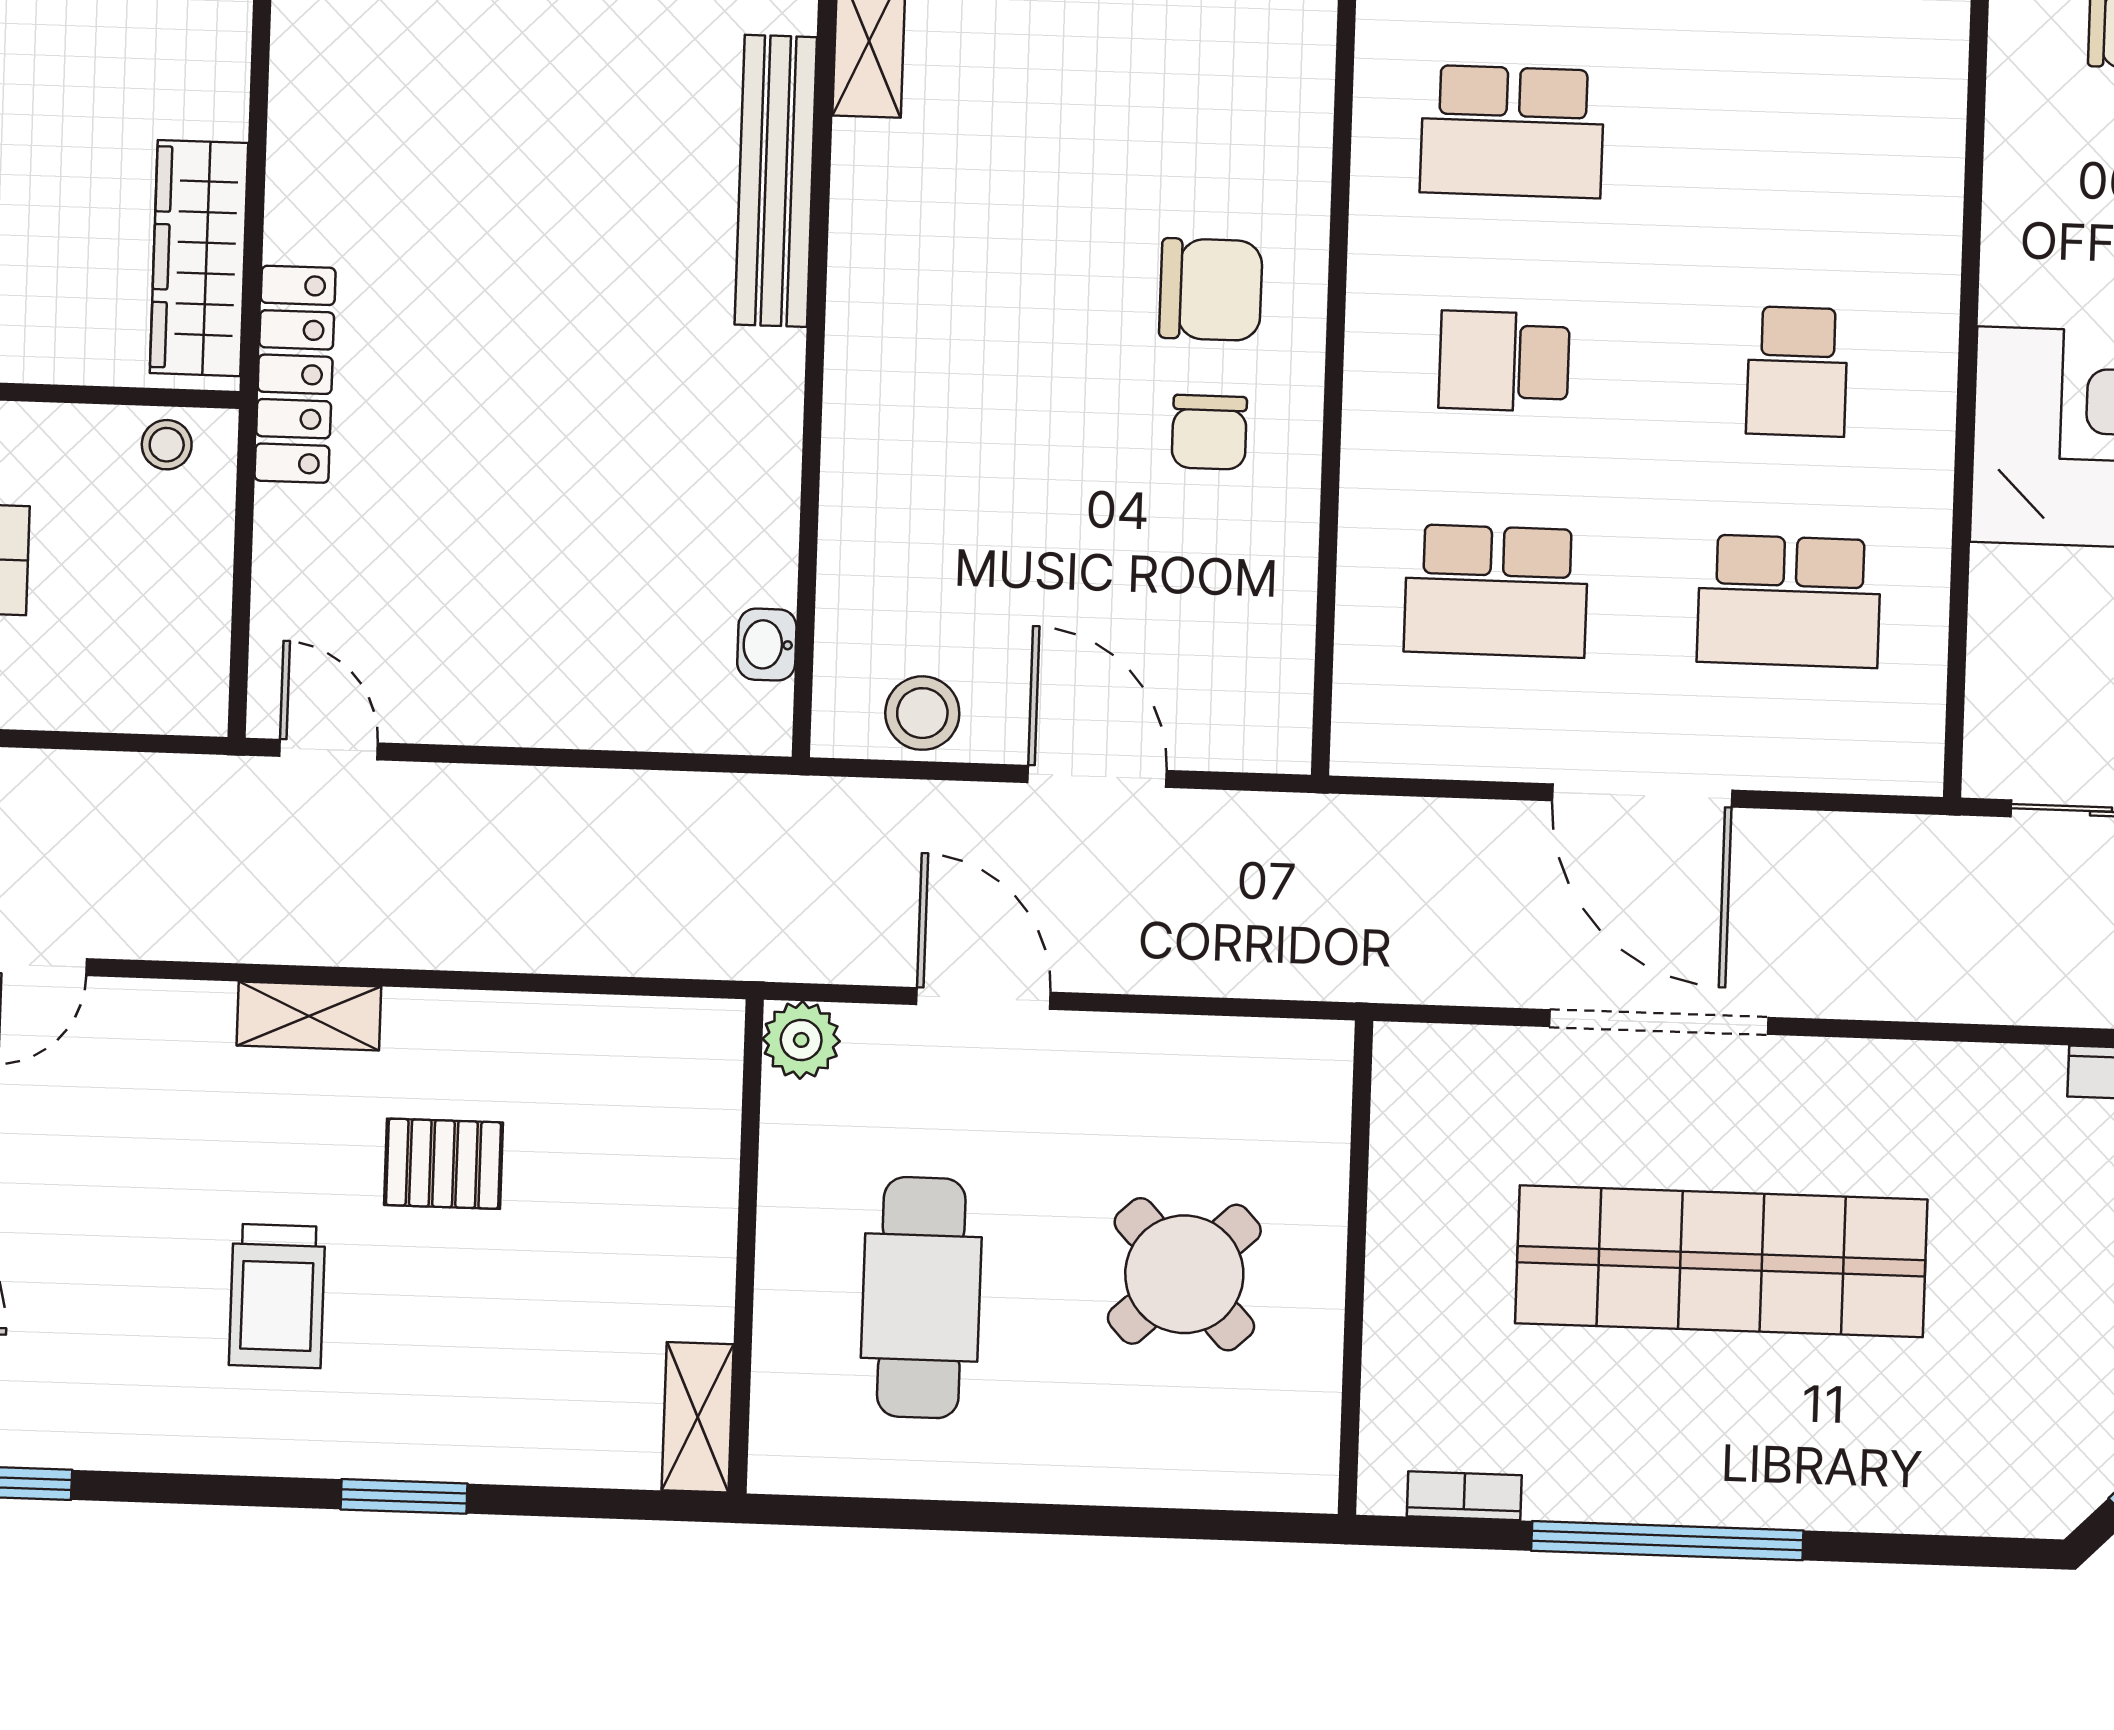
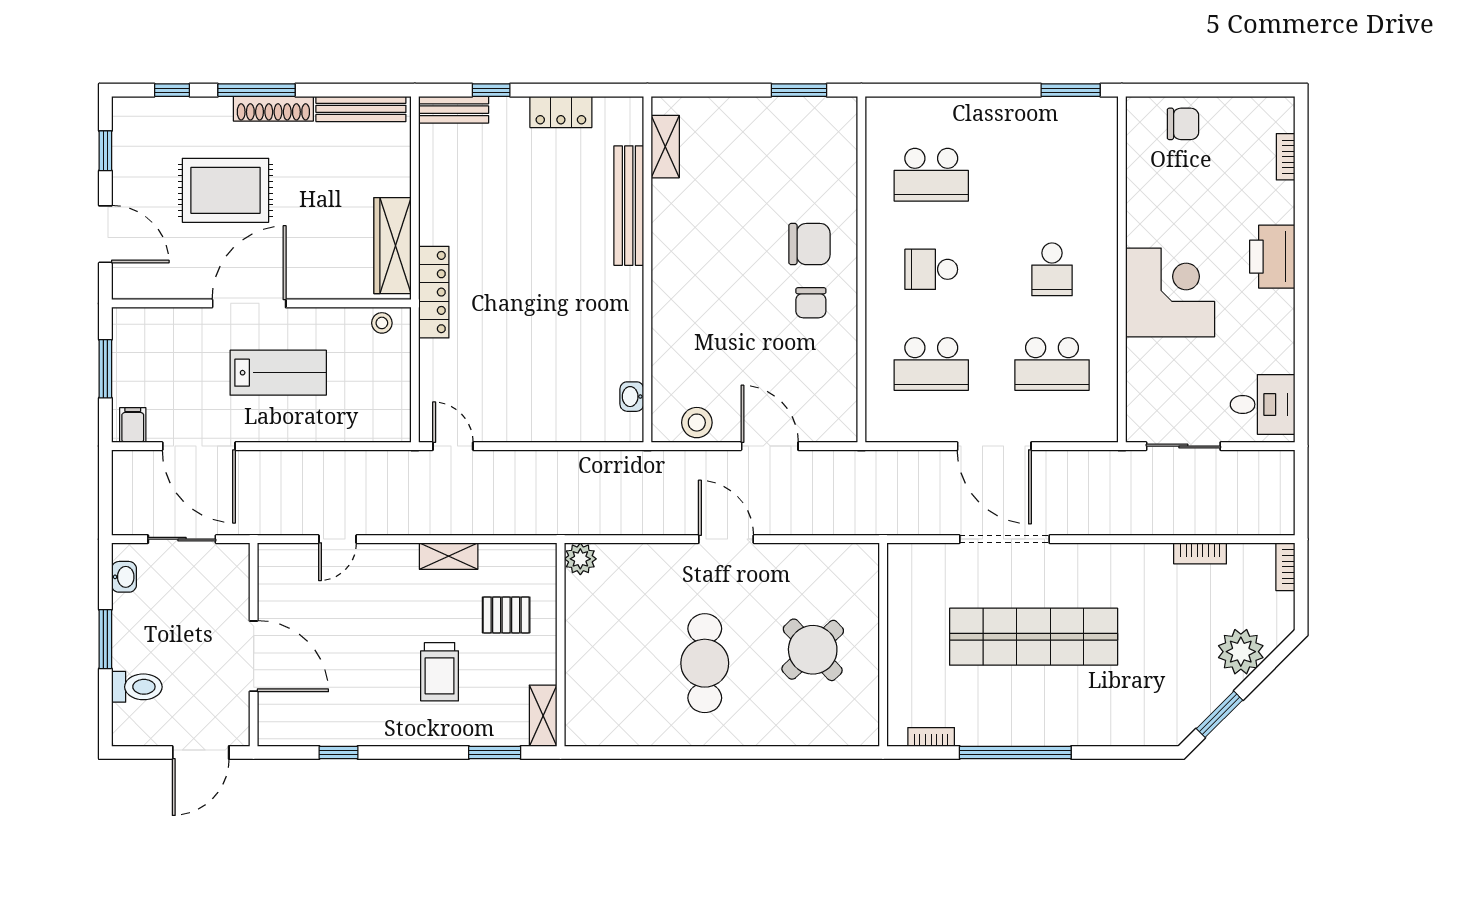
plant: (801, 1040) -> (580, 559), moved
wall: (746, 1246) -> (561, 645), moved
shelving: (698, 1417) -> (543, 716), moved

